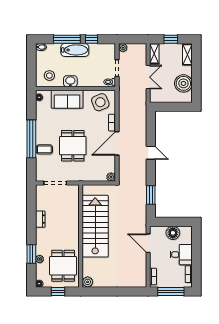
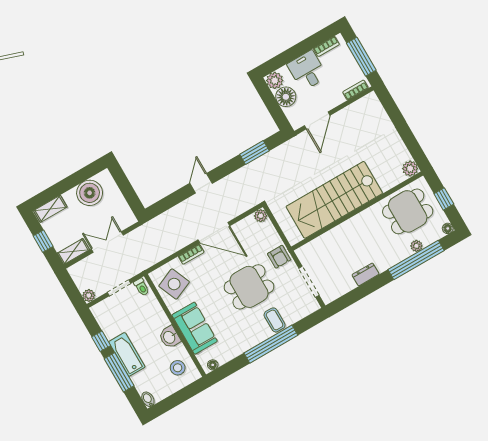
armchair: (80, 174) -> (279, 257), added
plant: (186, 232) -> (275, 80), added
window: (31, 254) -> (416, 260), width x2.11

